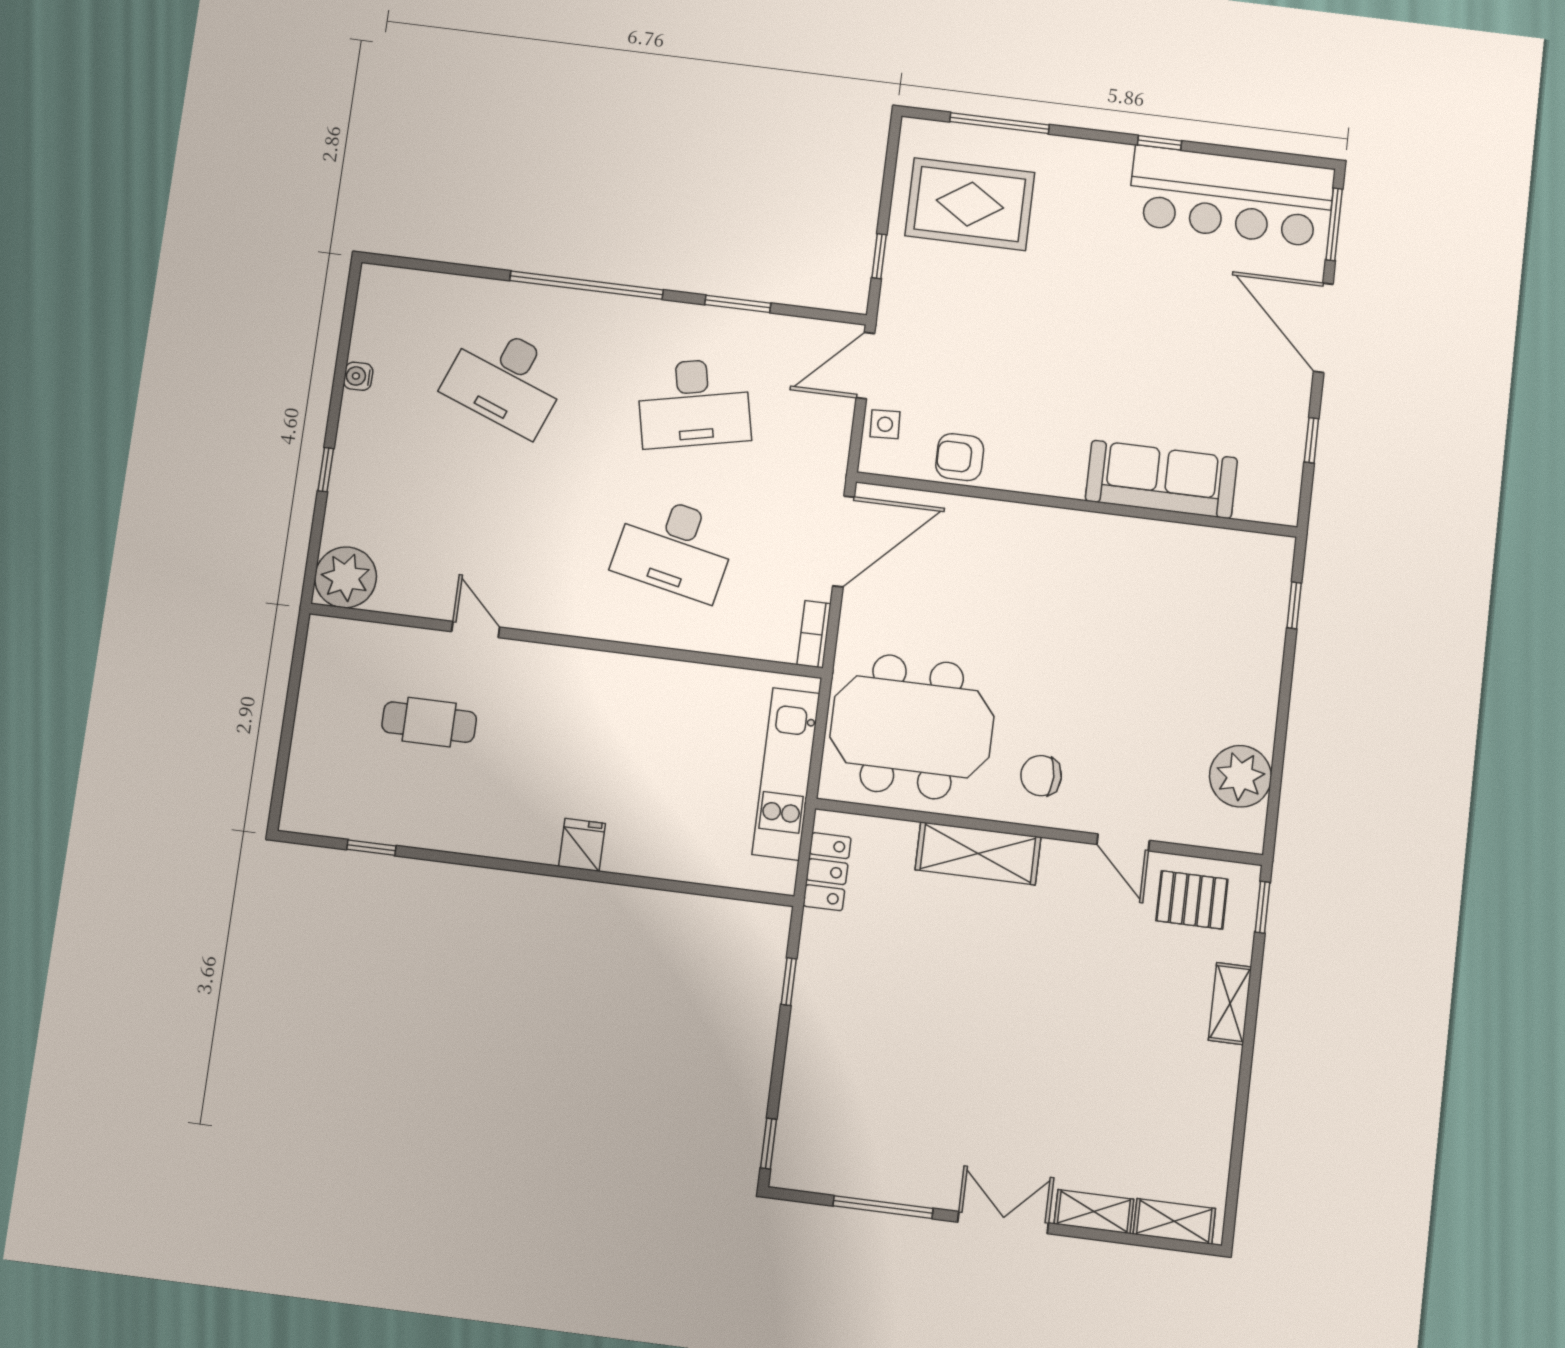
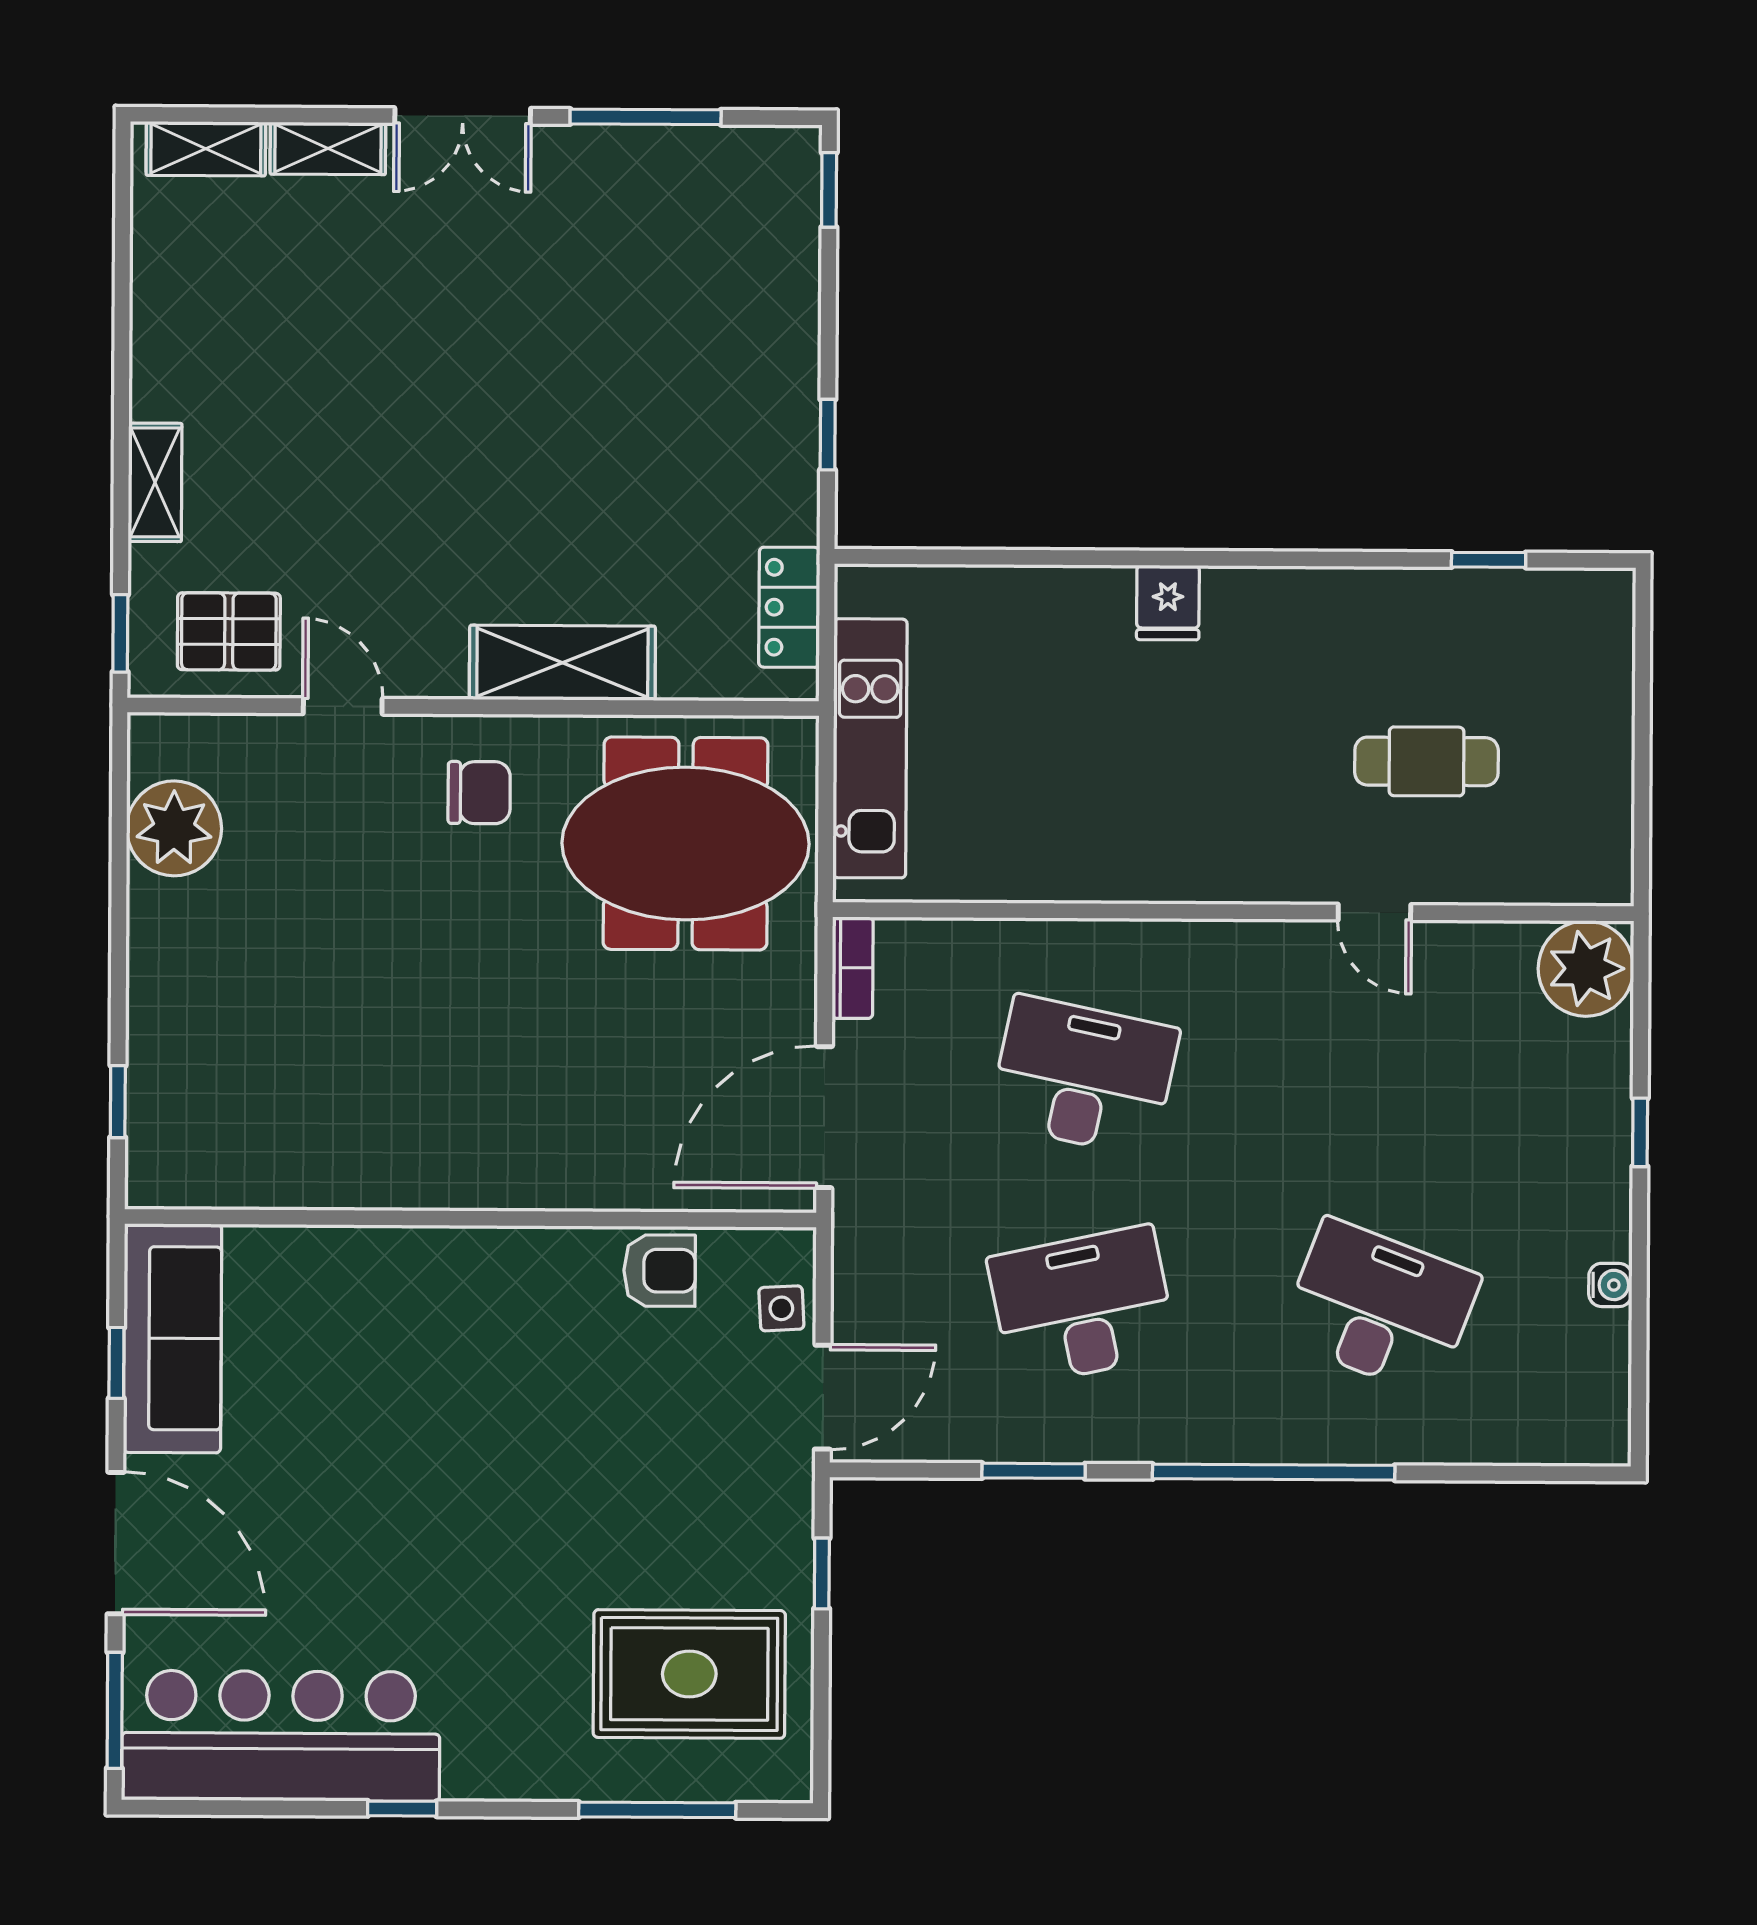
sofa: (1161, 479) -> (173, 1338), moved, turned -90

